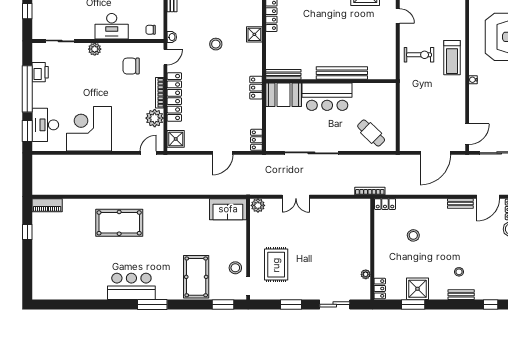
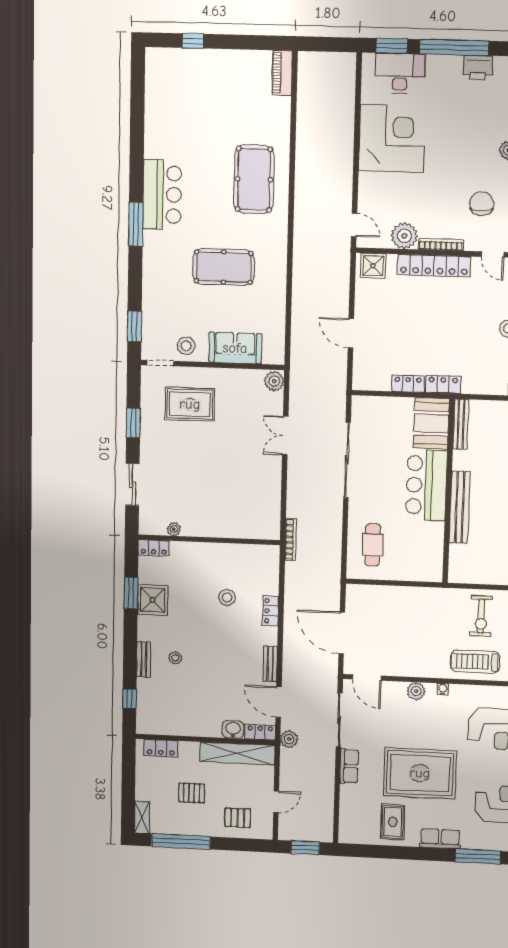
plant: (475, 99) -> (416, 691), added
cafe table: (371, 133) -> (373, 545), turned -44
locker: (256, 140) -> (408, 384), moved
locker: (385, 204) -> (271, 611), moved
sofa: (228, 209) -> (235, 348), moved, turned 90
window: (27, 232) -> (193, 41), moved
pool table: (196, 277) -> (223, 267), moved

